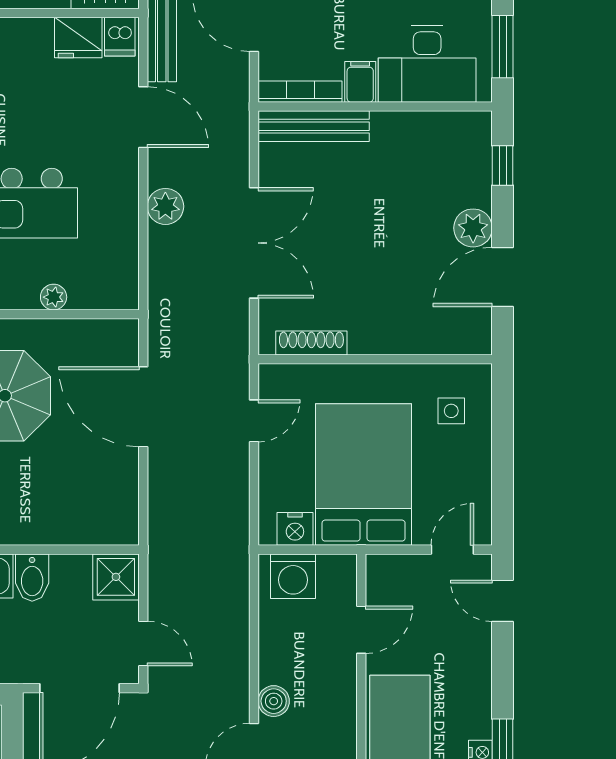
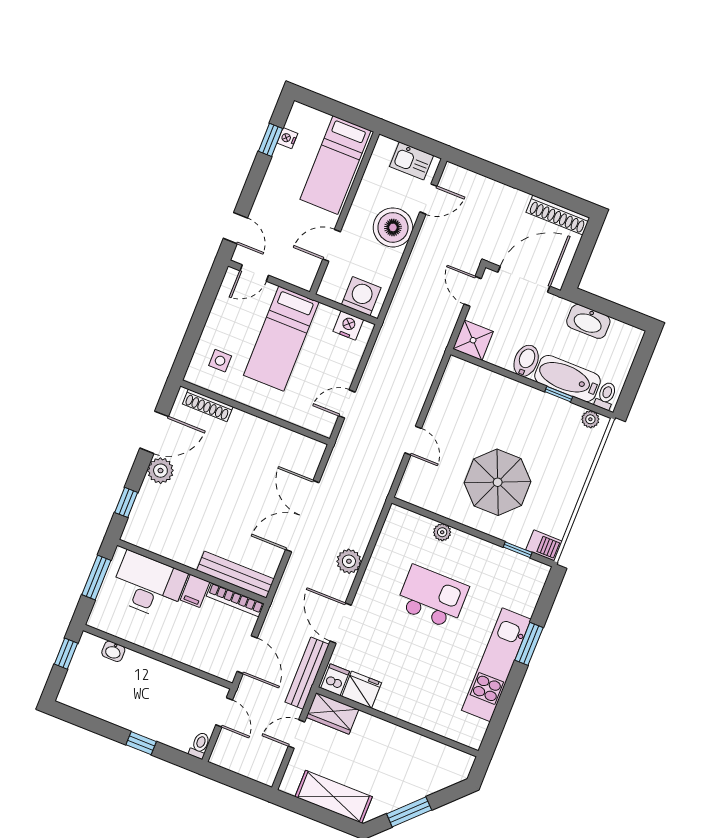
shoe rack: (311, 343) -> (208, 405), moved
door: (143, 407) -> (413, 441), width x0.53
bed: (364, 475) -> (281, 339), width x0.67
boiler: (274, 701) -> (393, 227), width x1.86, depth x1.86

